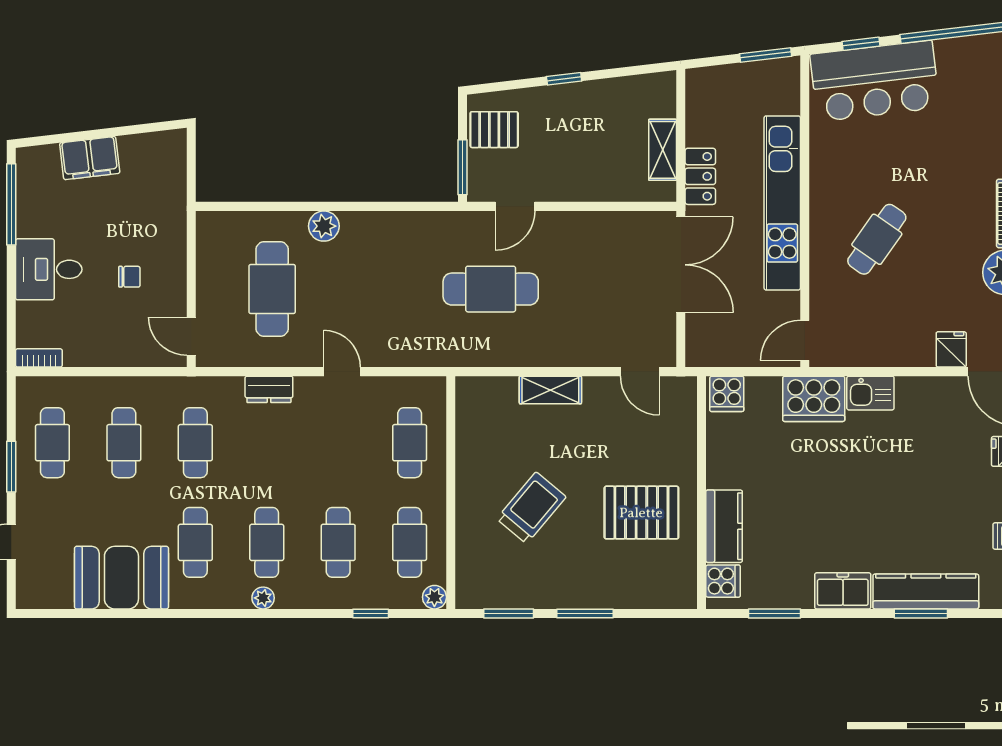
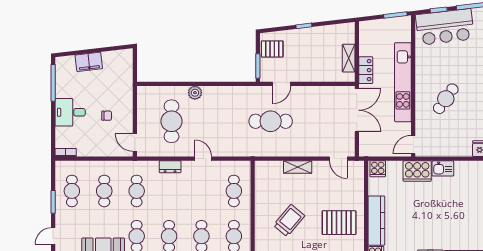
kitchen counter: (724, 526) -> (376, 221), width x1.50

